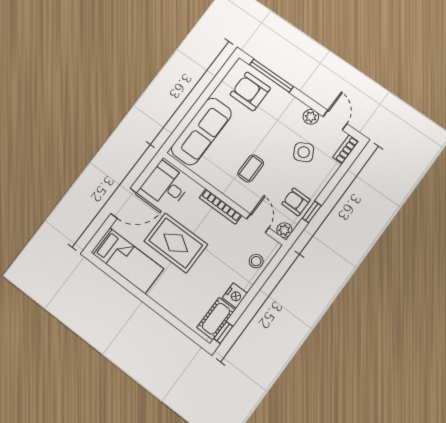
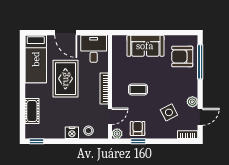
armchair: (250, 91) -> (182, 56), turned -90
sofa: (201, 131) -> (145, 46), width x0.73
nightstand: (235, 295) -> (72, 133), moved
cot: (216, 319) -> (32, 111), moved, turned 90

